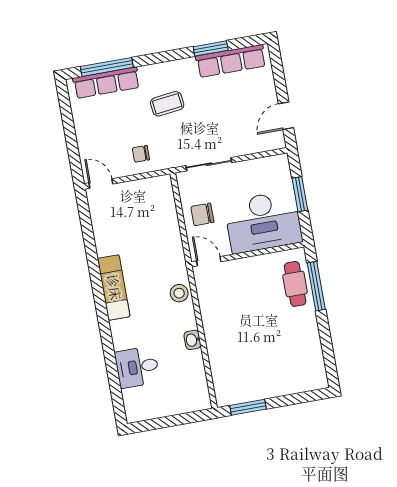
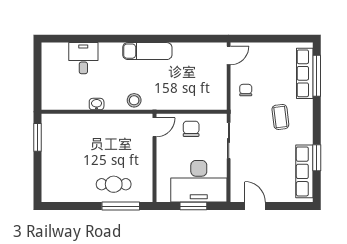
desk: (263, 222) -> (199, 181), moved, turned -90
cafe table: (295, 284) -> (114, 184), moved

